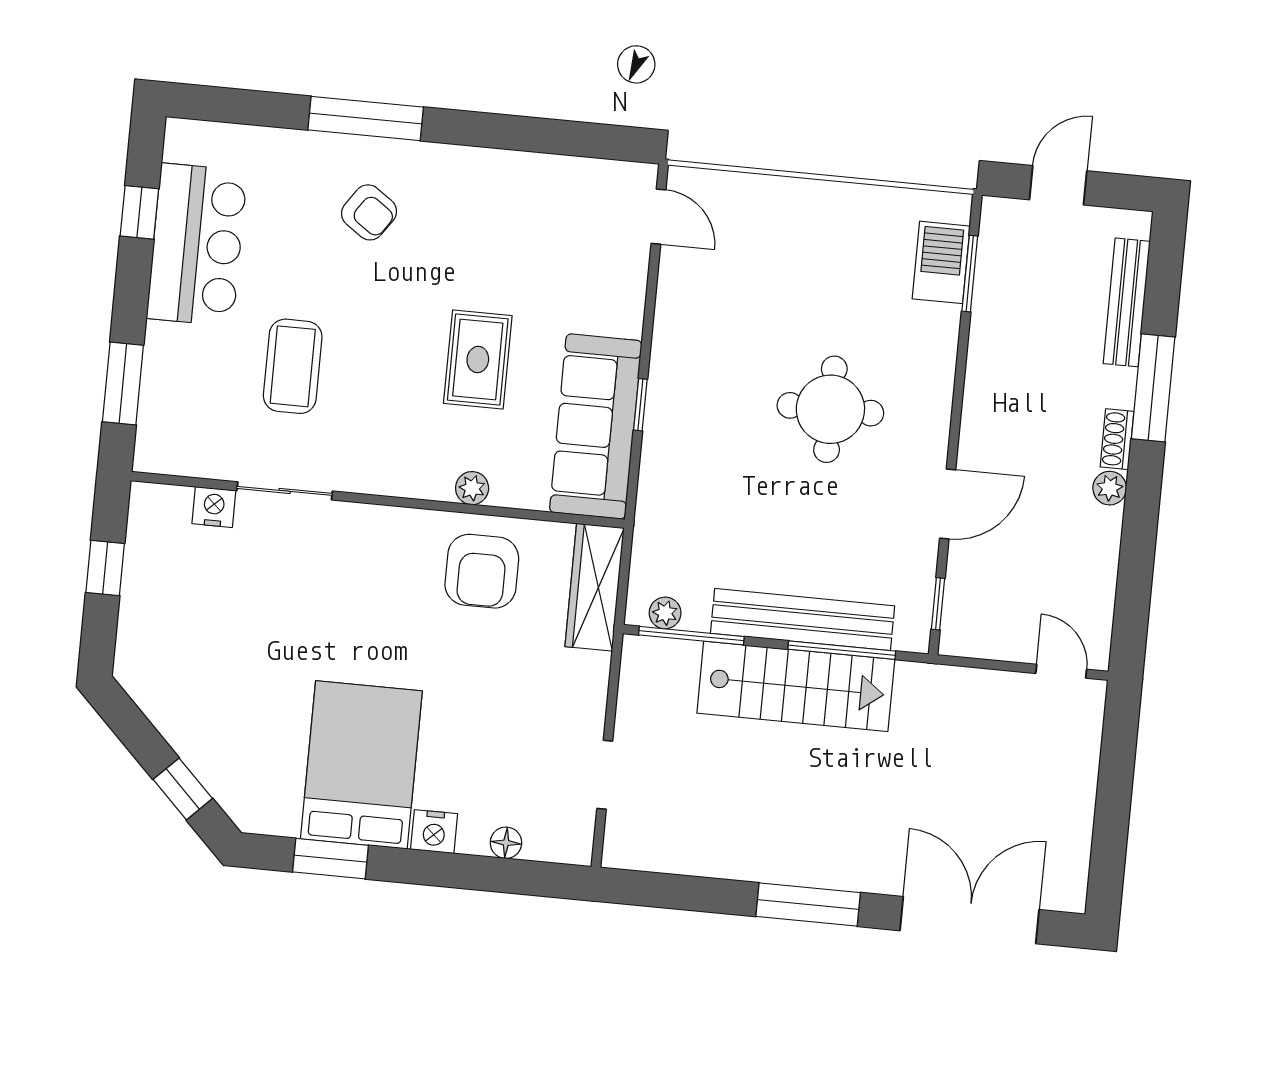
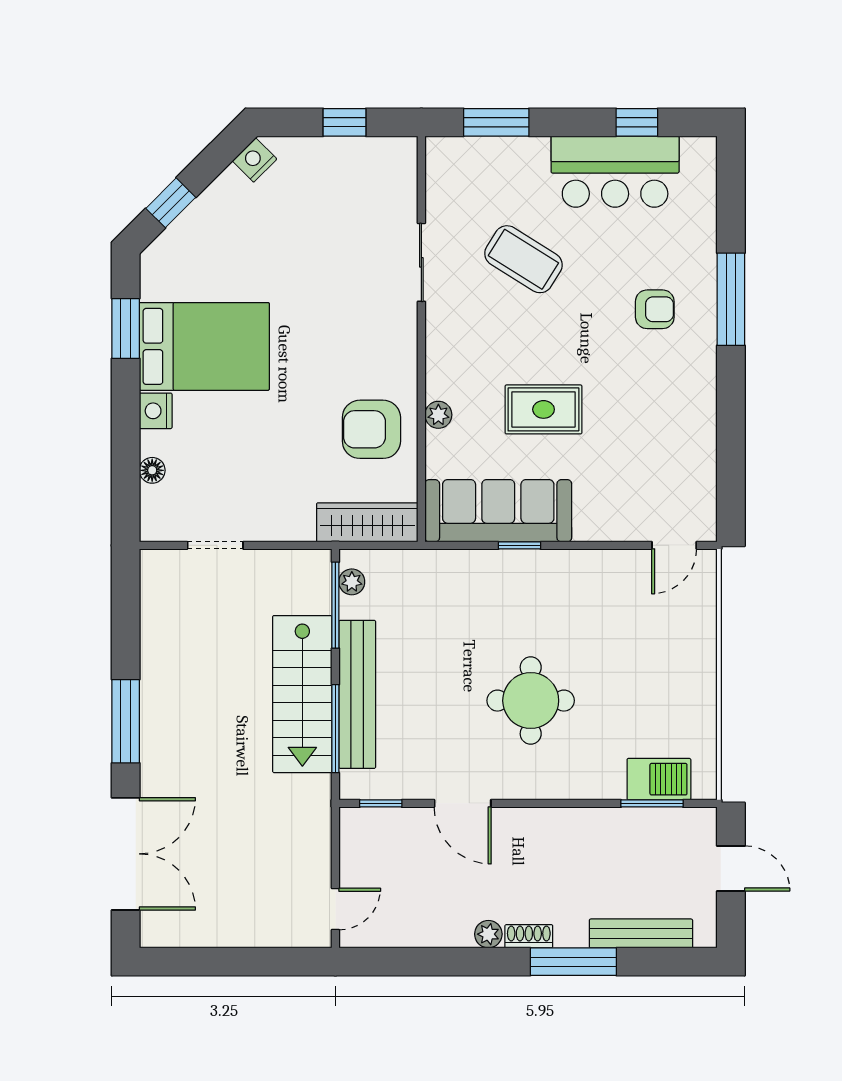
armchair: (369, 212) -> (655, 309), turned -125
coffee table: (293, 366) -> (523, 259), turned 32
nightstand: (214, 507) -> (255, 160), moved, turned -135

